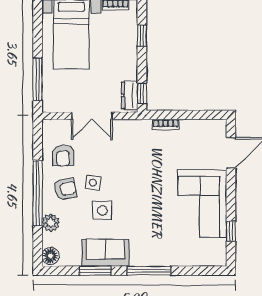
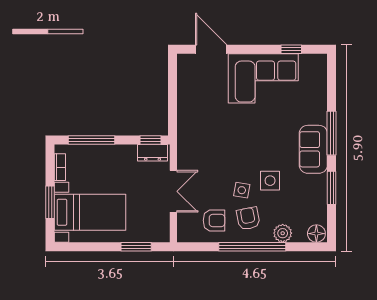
window: (142, 36) -> (92, 140), width x2.17
window: (38, 79) -> (136, 247), width x0.69
bookcase: (166, 124) -> (182, 116), removed
sofa: (105, 253) -> (313, 149), moved

